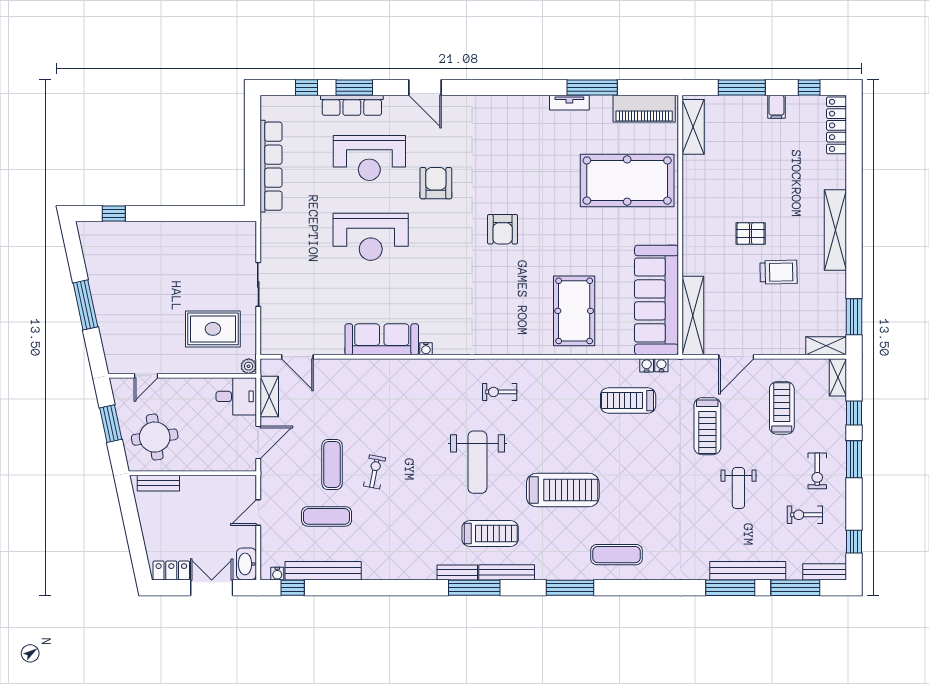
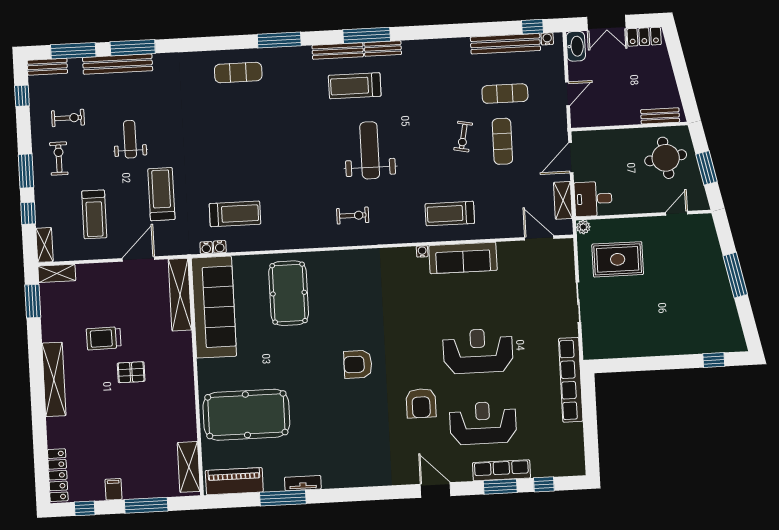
row of seats: (271, 166) -> (571, 380), moved
armchair: (503, 229) -> (358, 364), turned -90
treadmill: (563, 490) -> (450, 214), moved, width x0.73, depth x0.73

